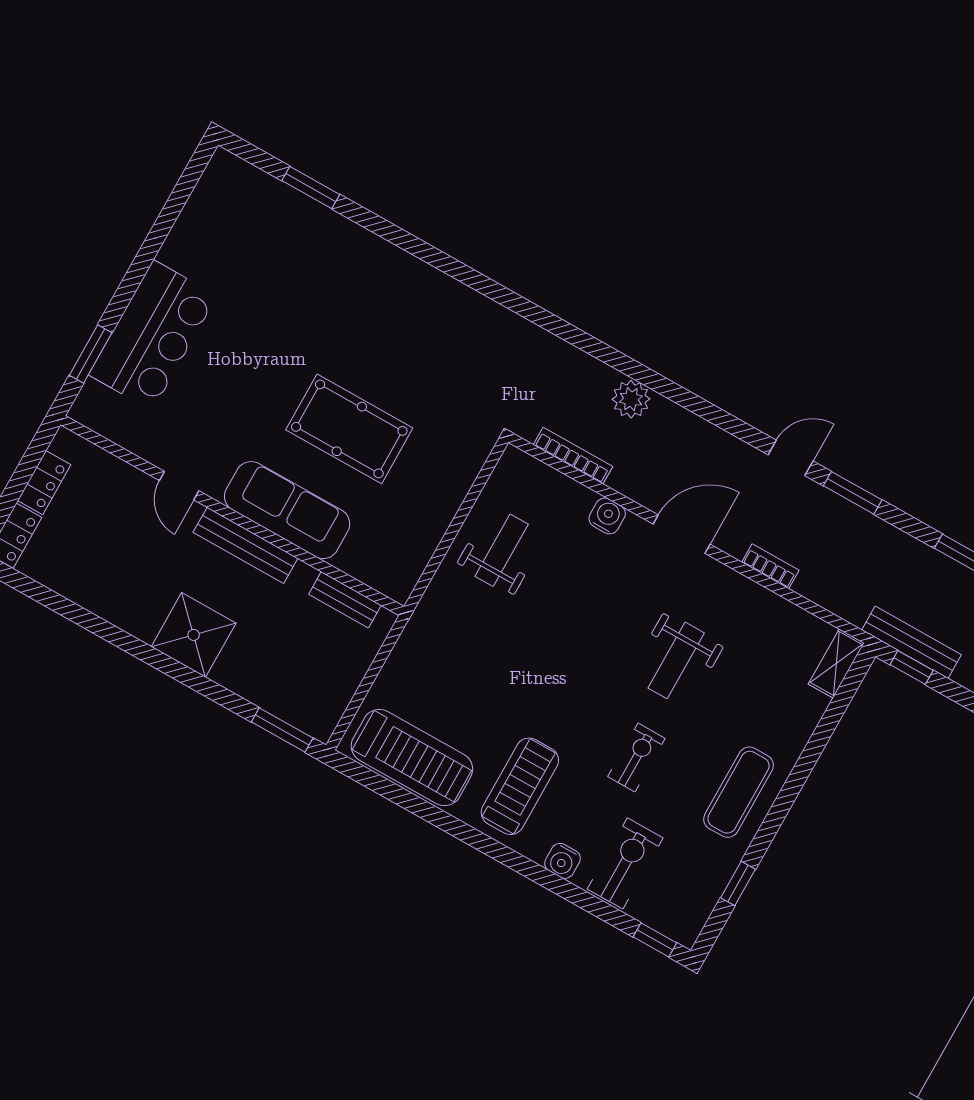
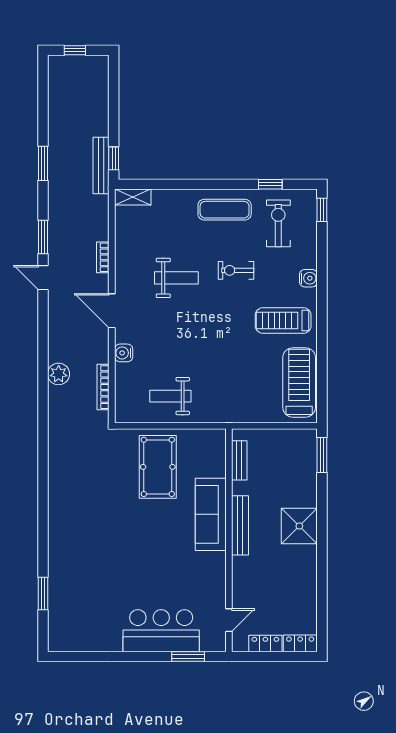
pool table: (349, 429) -> (158, 467), moved
door: (179, 486) -> (229, 620), moved
exercise bike: (625, 863) -> (278, 223), moved, turned 90

